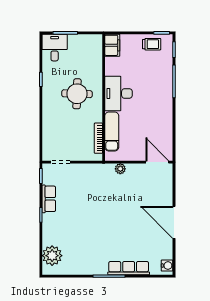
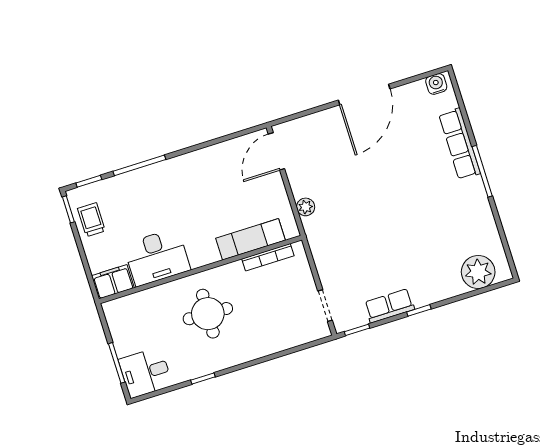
desk: (118, 93) -> (157, 257), moved

